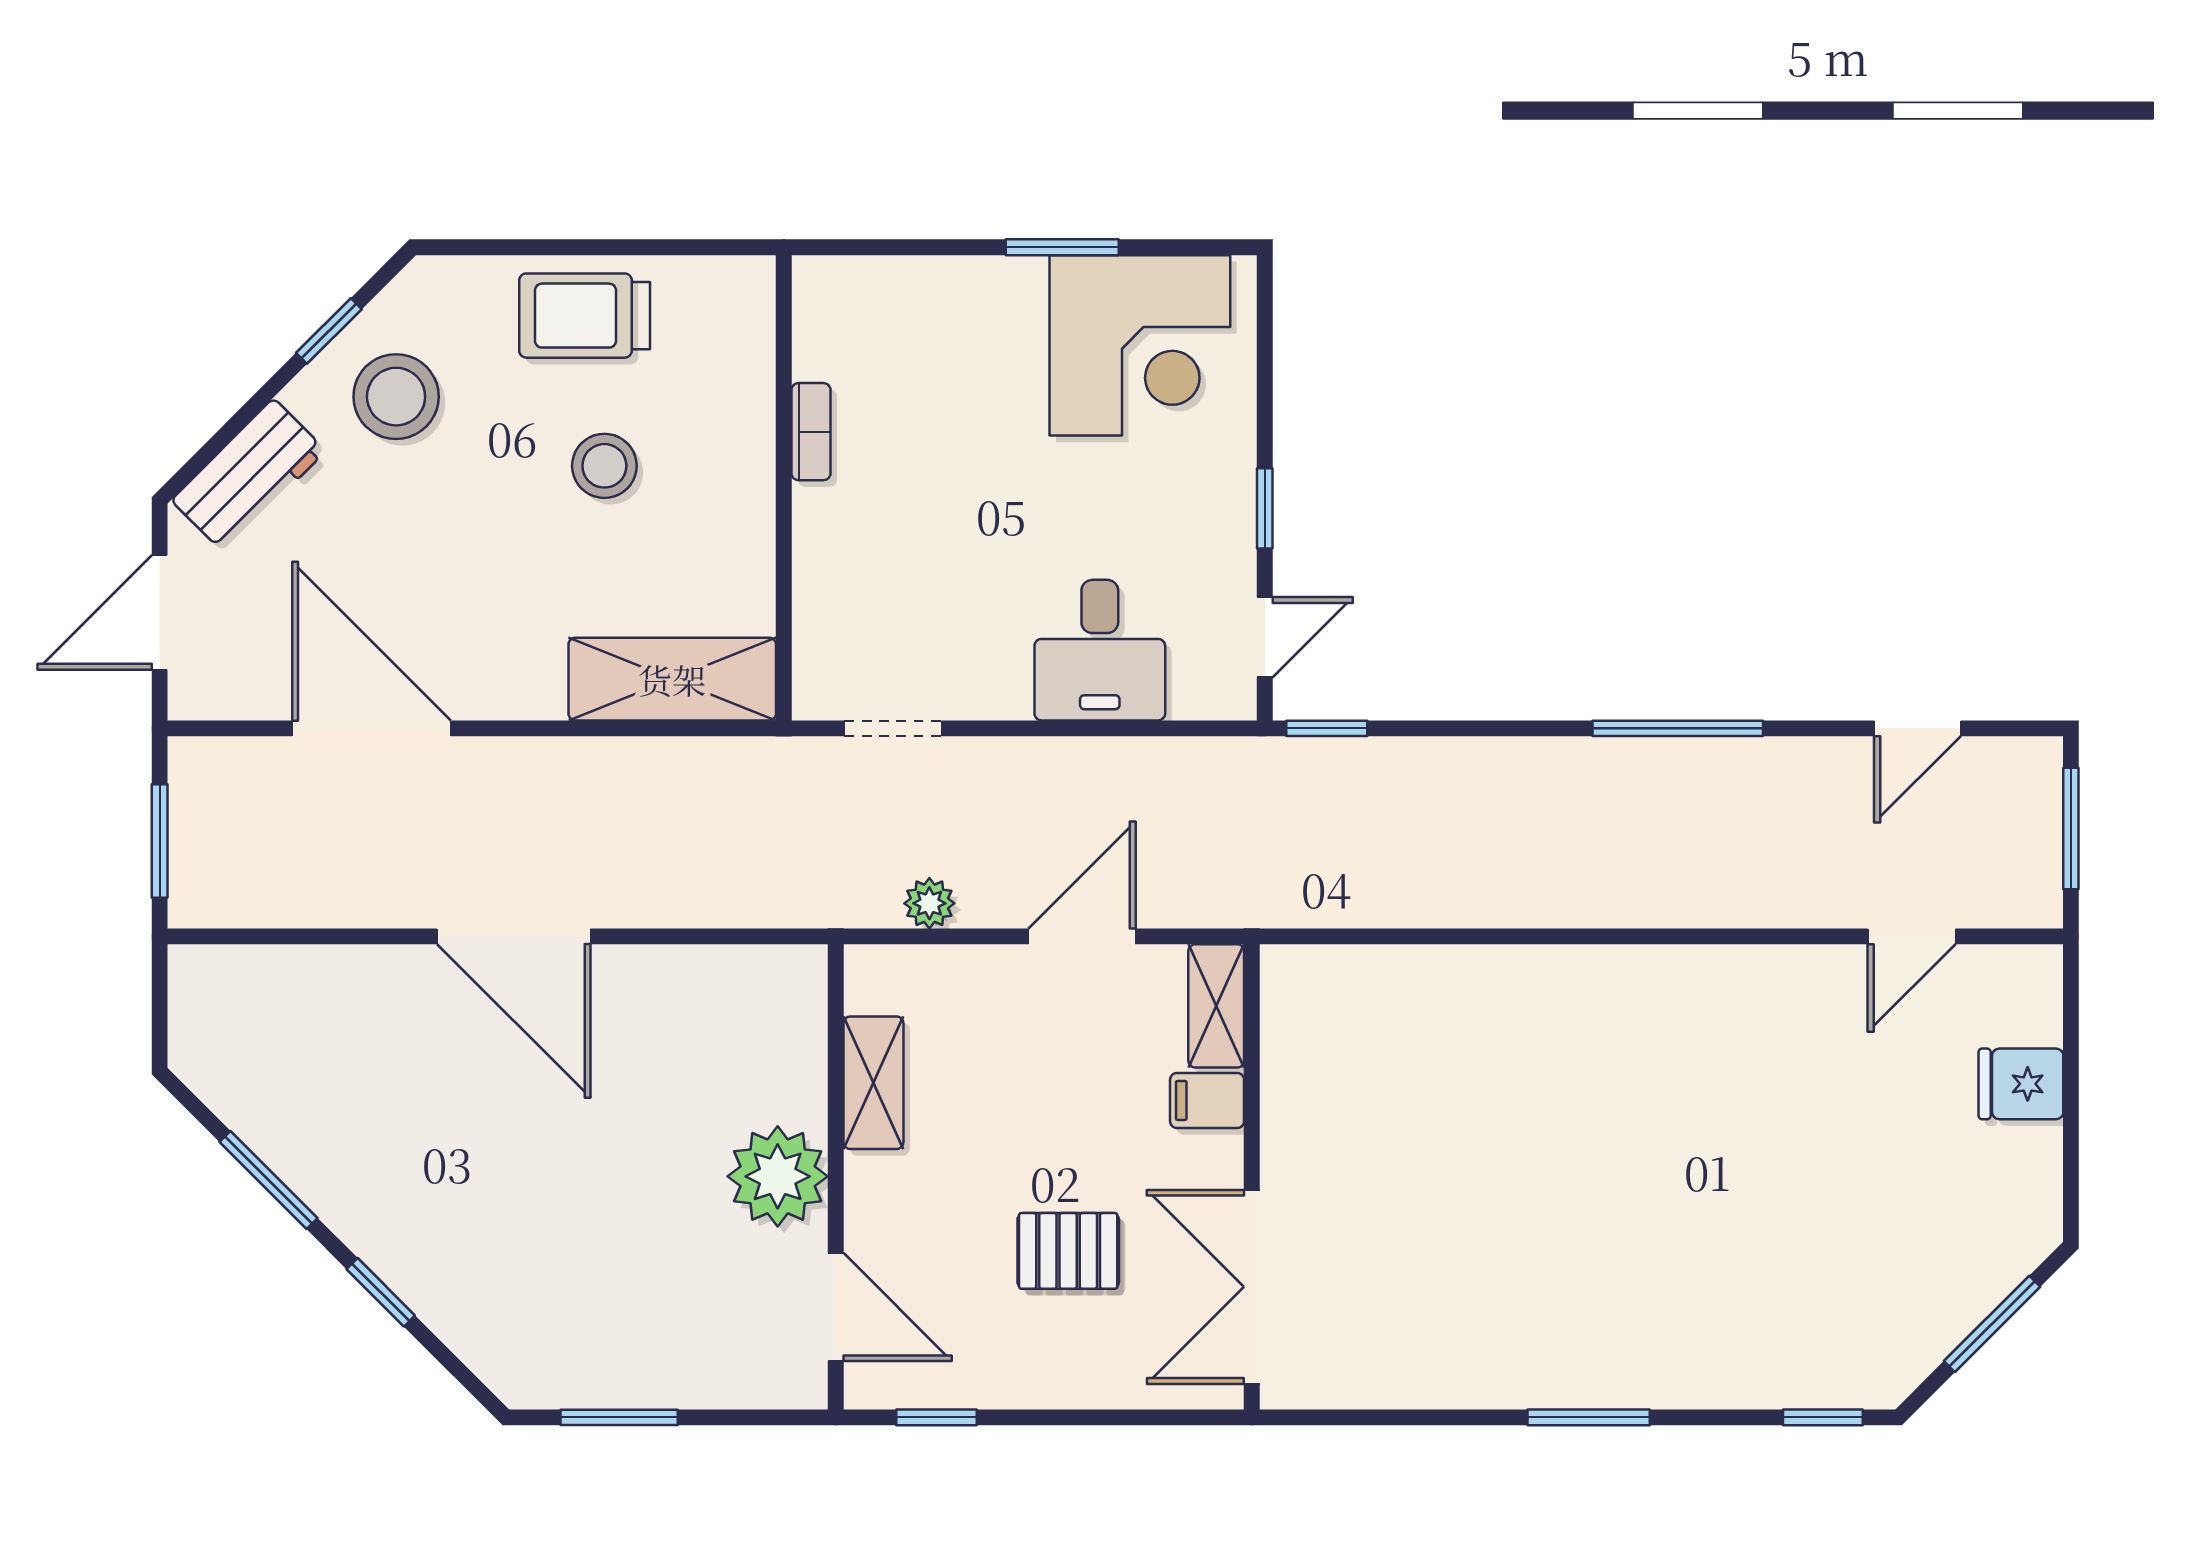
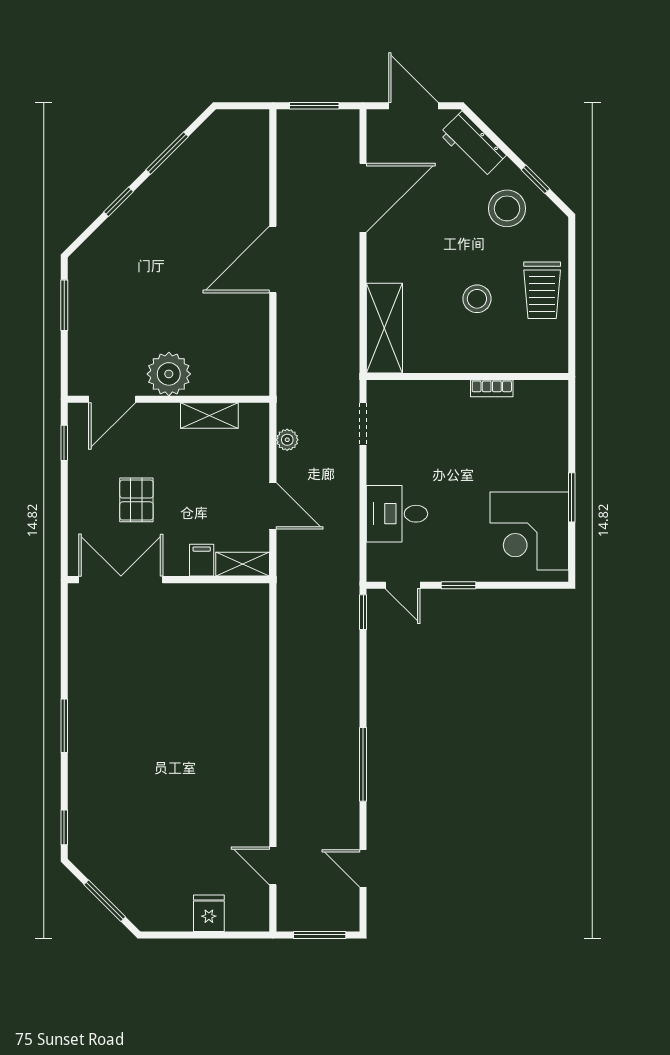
trolley: (585, 316) -> (542, 290), turned 180

